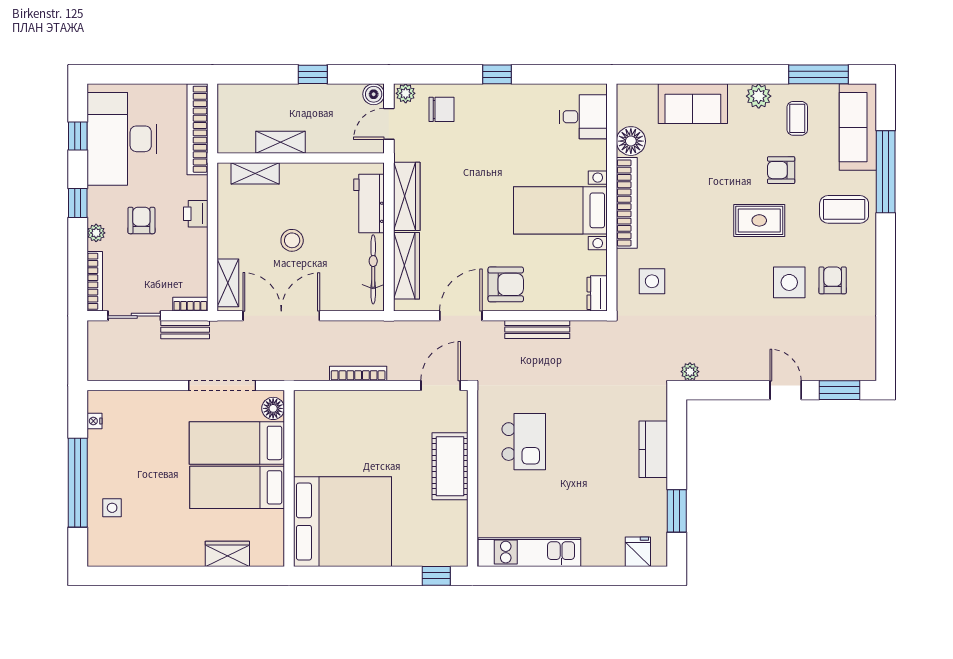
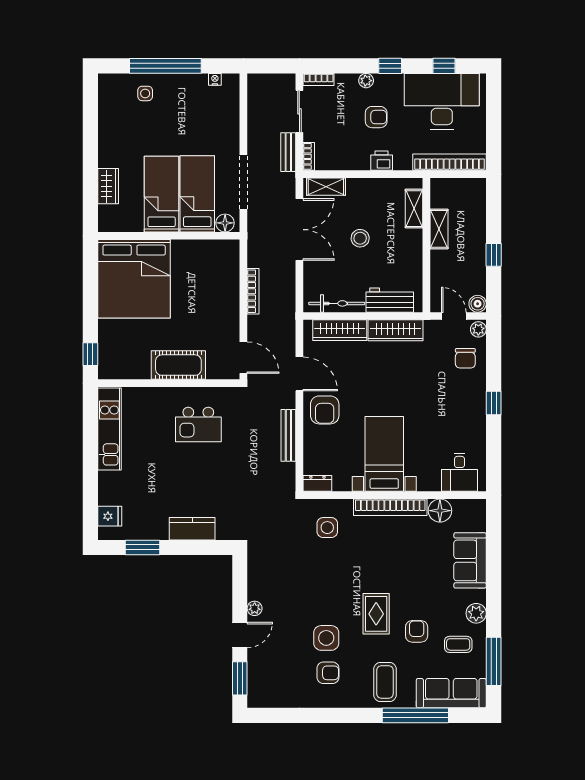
bookcase: (95, 281) -> (319, 79), width x0.64
plant: (690, 372) -> (255, 608), moved

